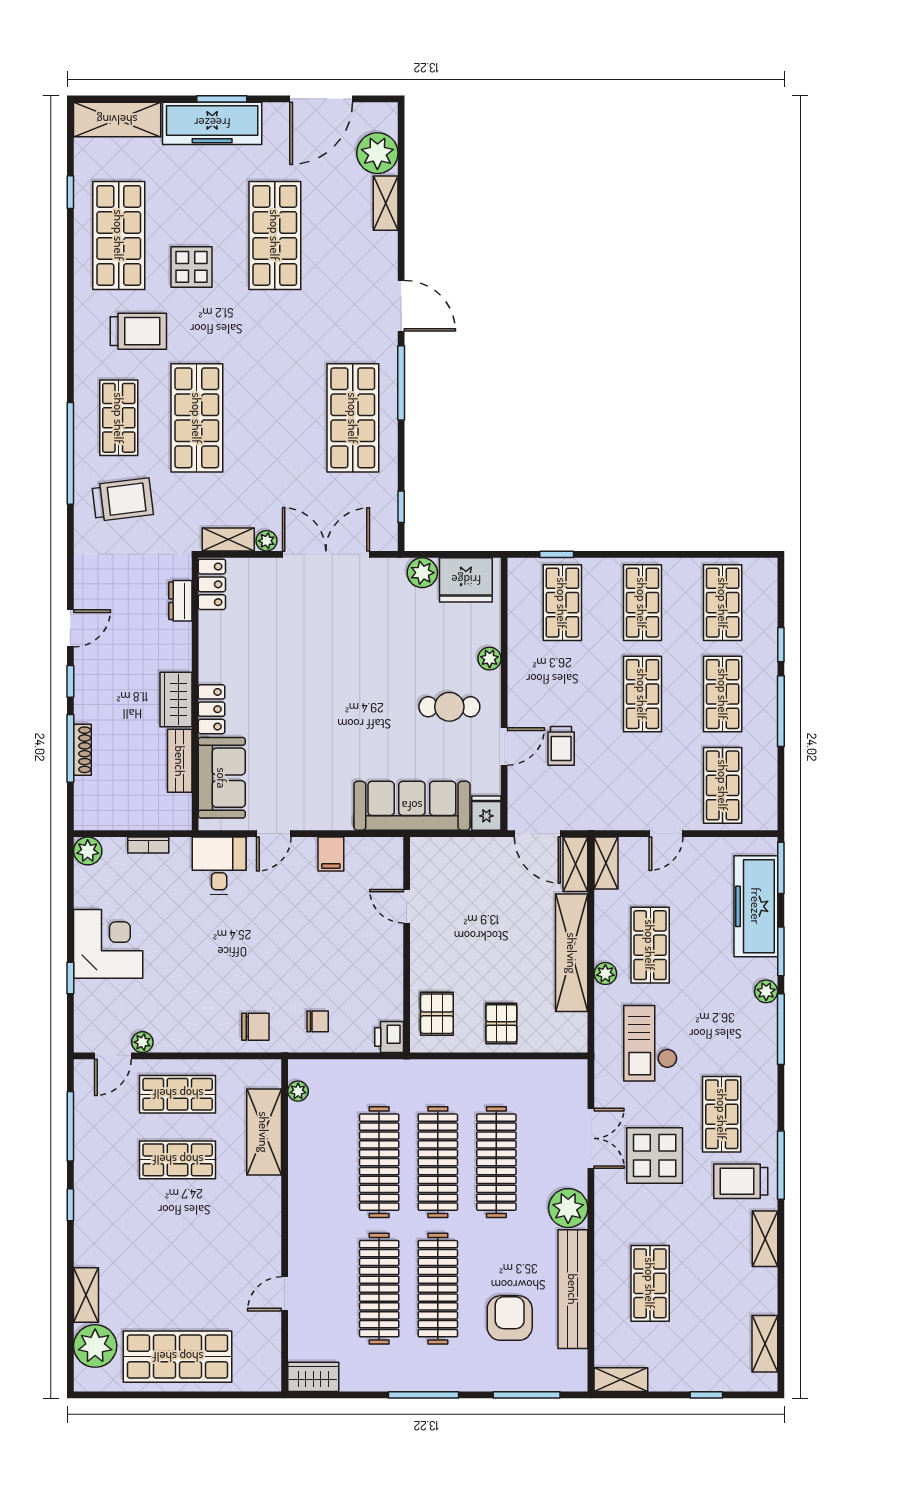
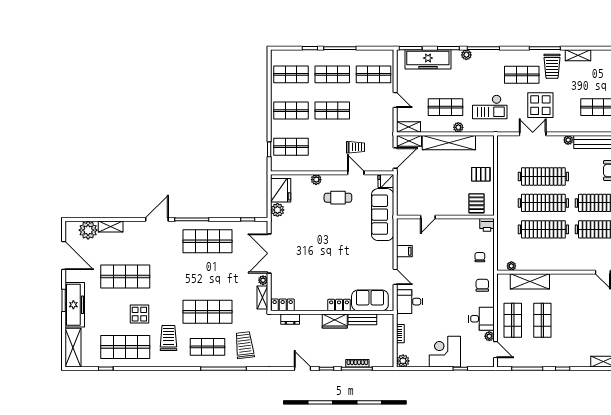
cafe table: (449, 707) -> (338, 198), turned 90
pallet: (437, 1014) -> (476, 203), turned 90
desk: (181, 1025) -> (481, 319), added
plant: (568, 1208) -> (568, 140), width x0.53, depth x0.53

